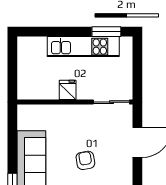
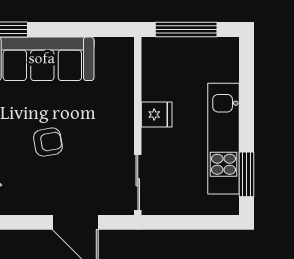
window: (12, 71) -> (186, 30), added

